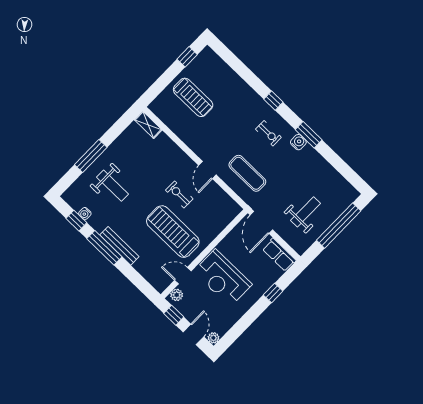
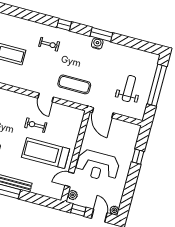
exercise bike: (268, 133) -> (49, 44), moved
row of seats: (279, 255) -> (127, 128), removed

